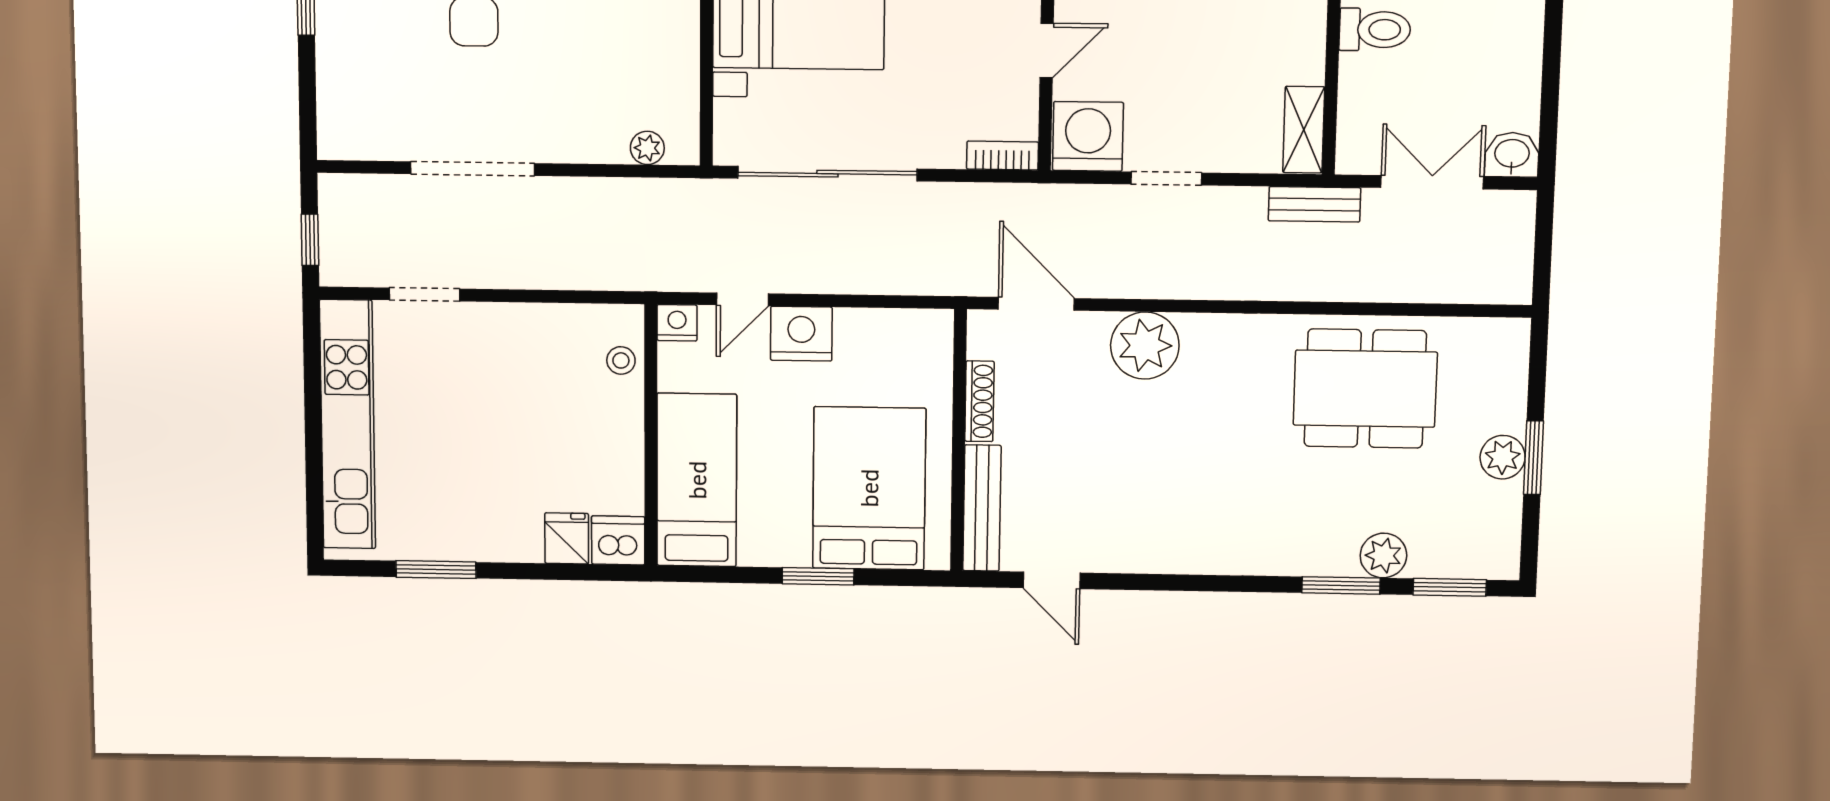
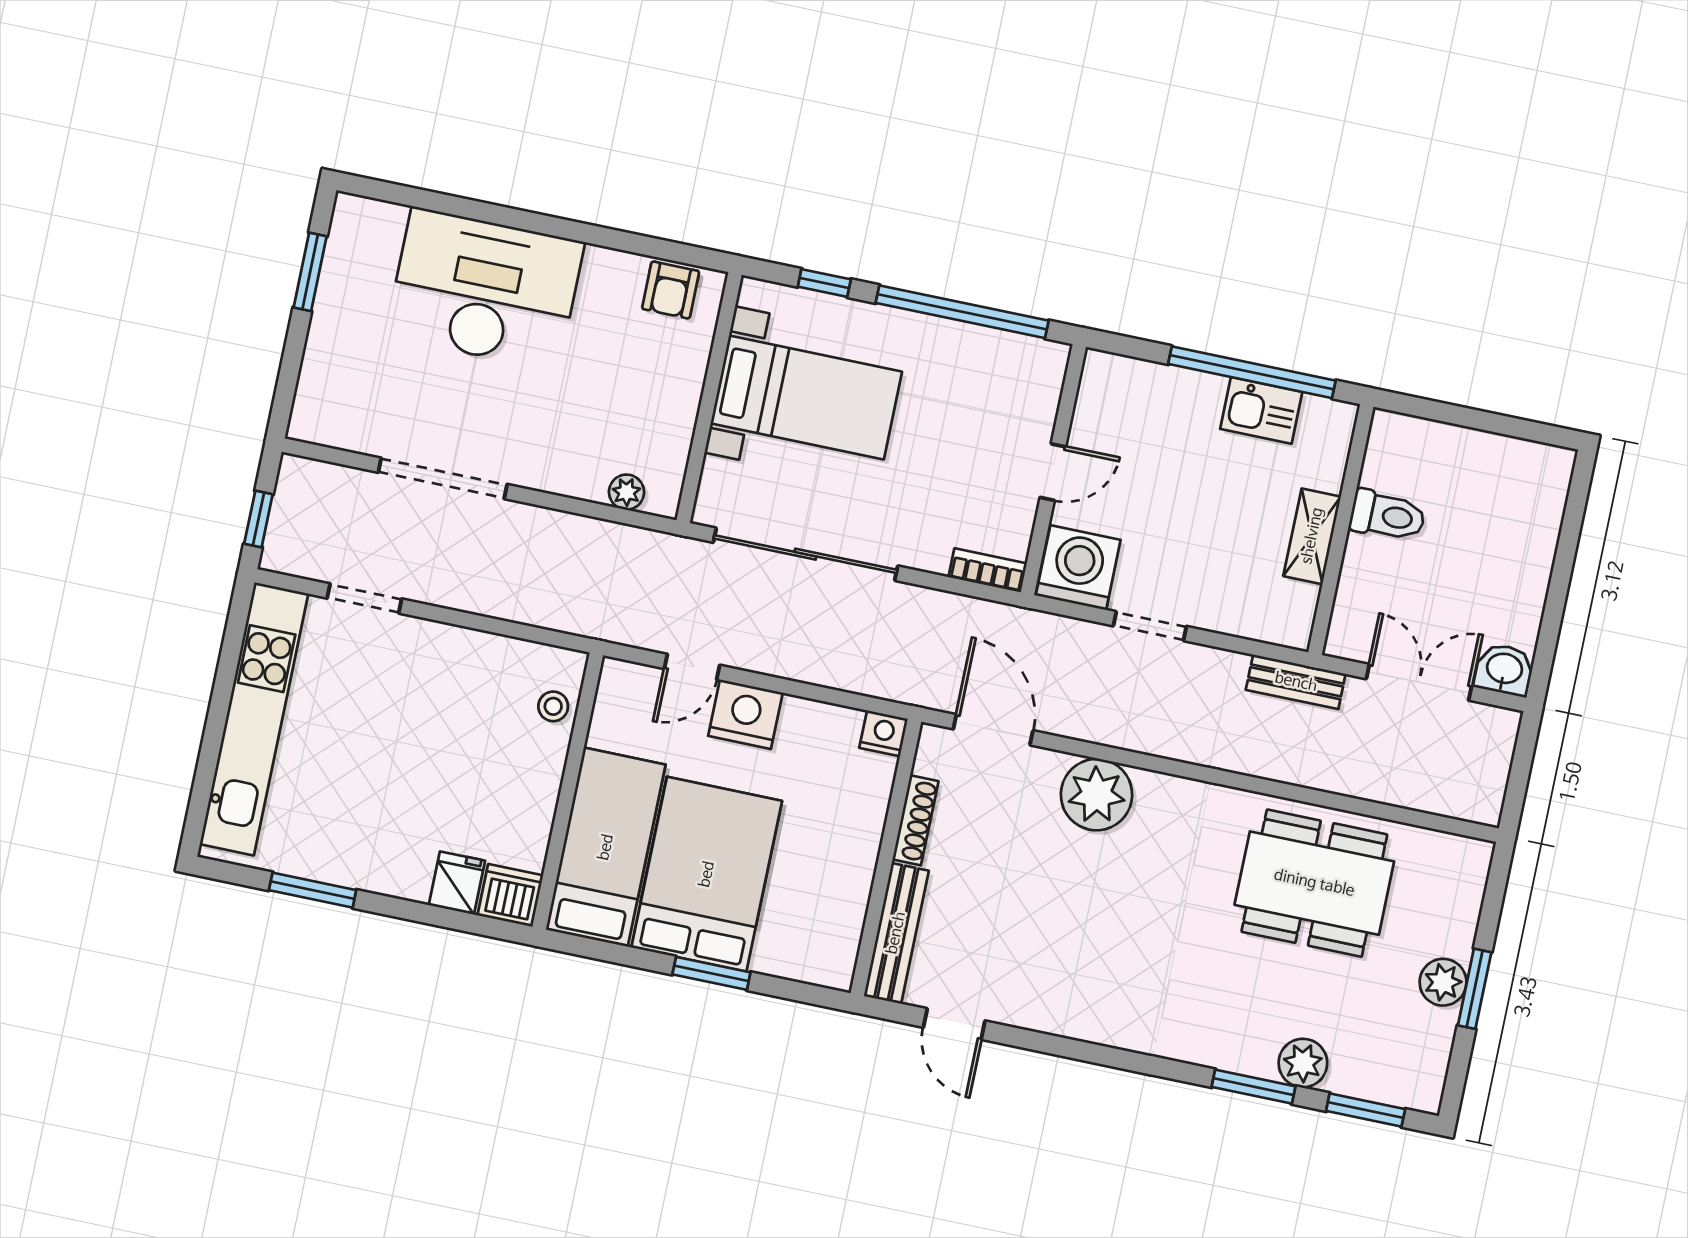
shelving: (1304, 130) -> (1312, 536), moved
nightstand: (677, 323) -> (884, 733), moved
bed: (869, 488) -> (707, 874), moved

